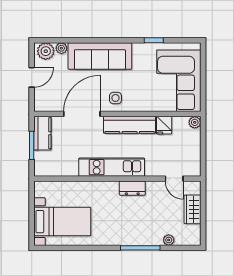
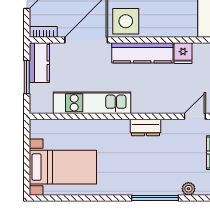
side table: (115, 98) -> (126, 21), width x1.87, depth x1.87
bookcase: (46, 107) -> (43, 32), added
kitchen unit: (112, 167) -> (92, 103), moved
door: (174, 179) -> (195, 116), swing flipped

